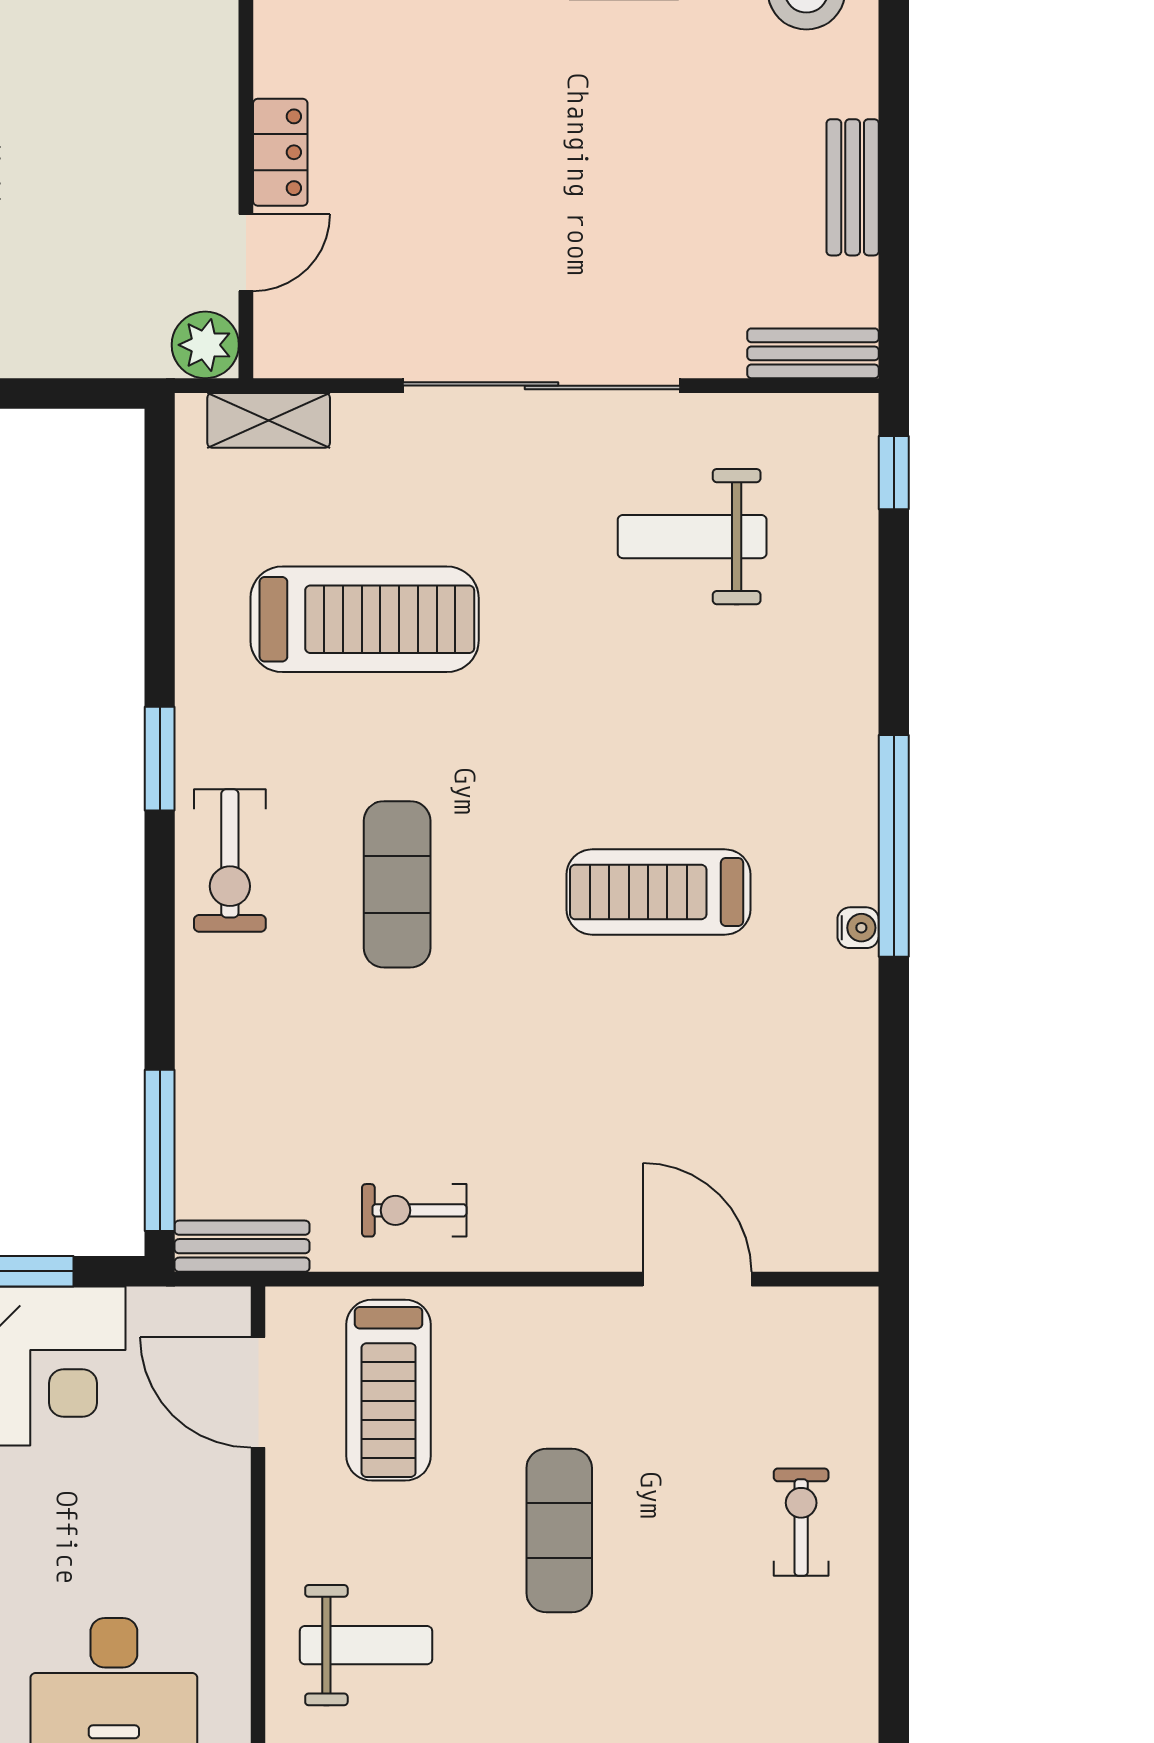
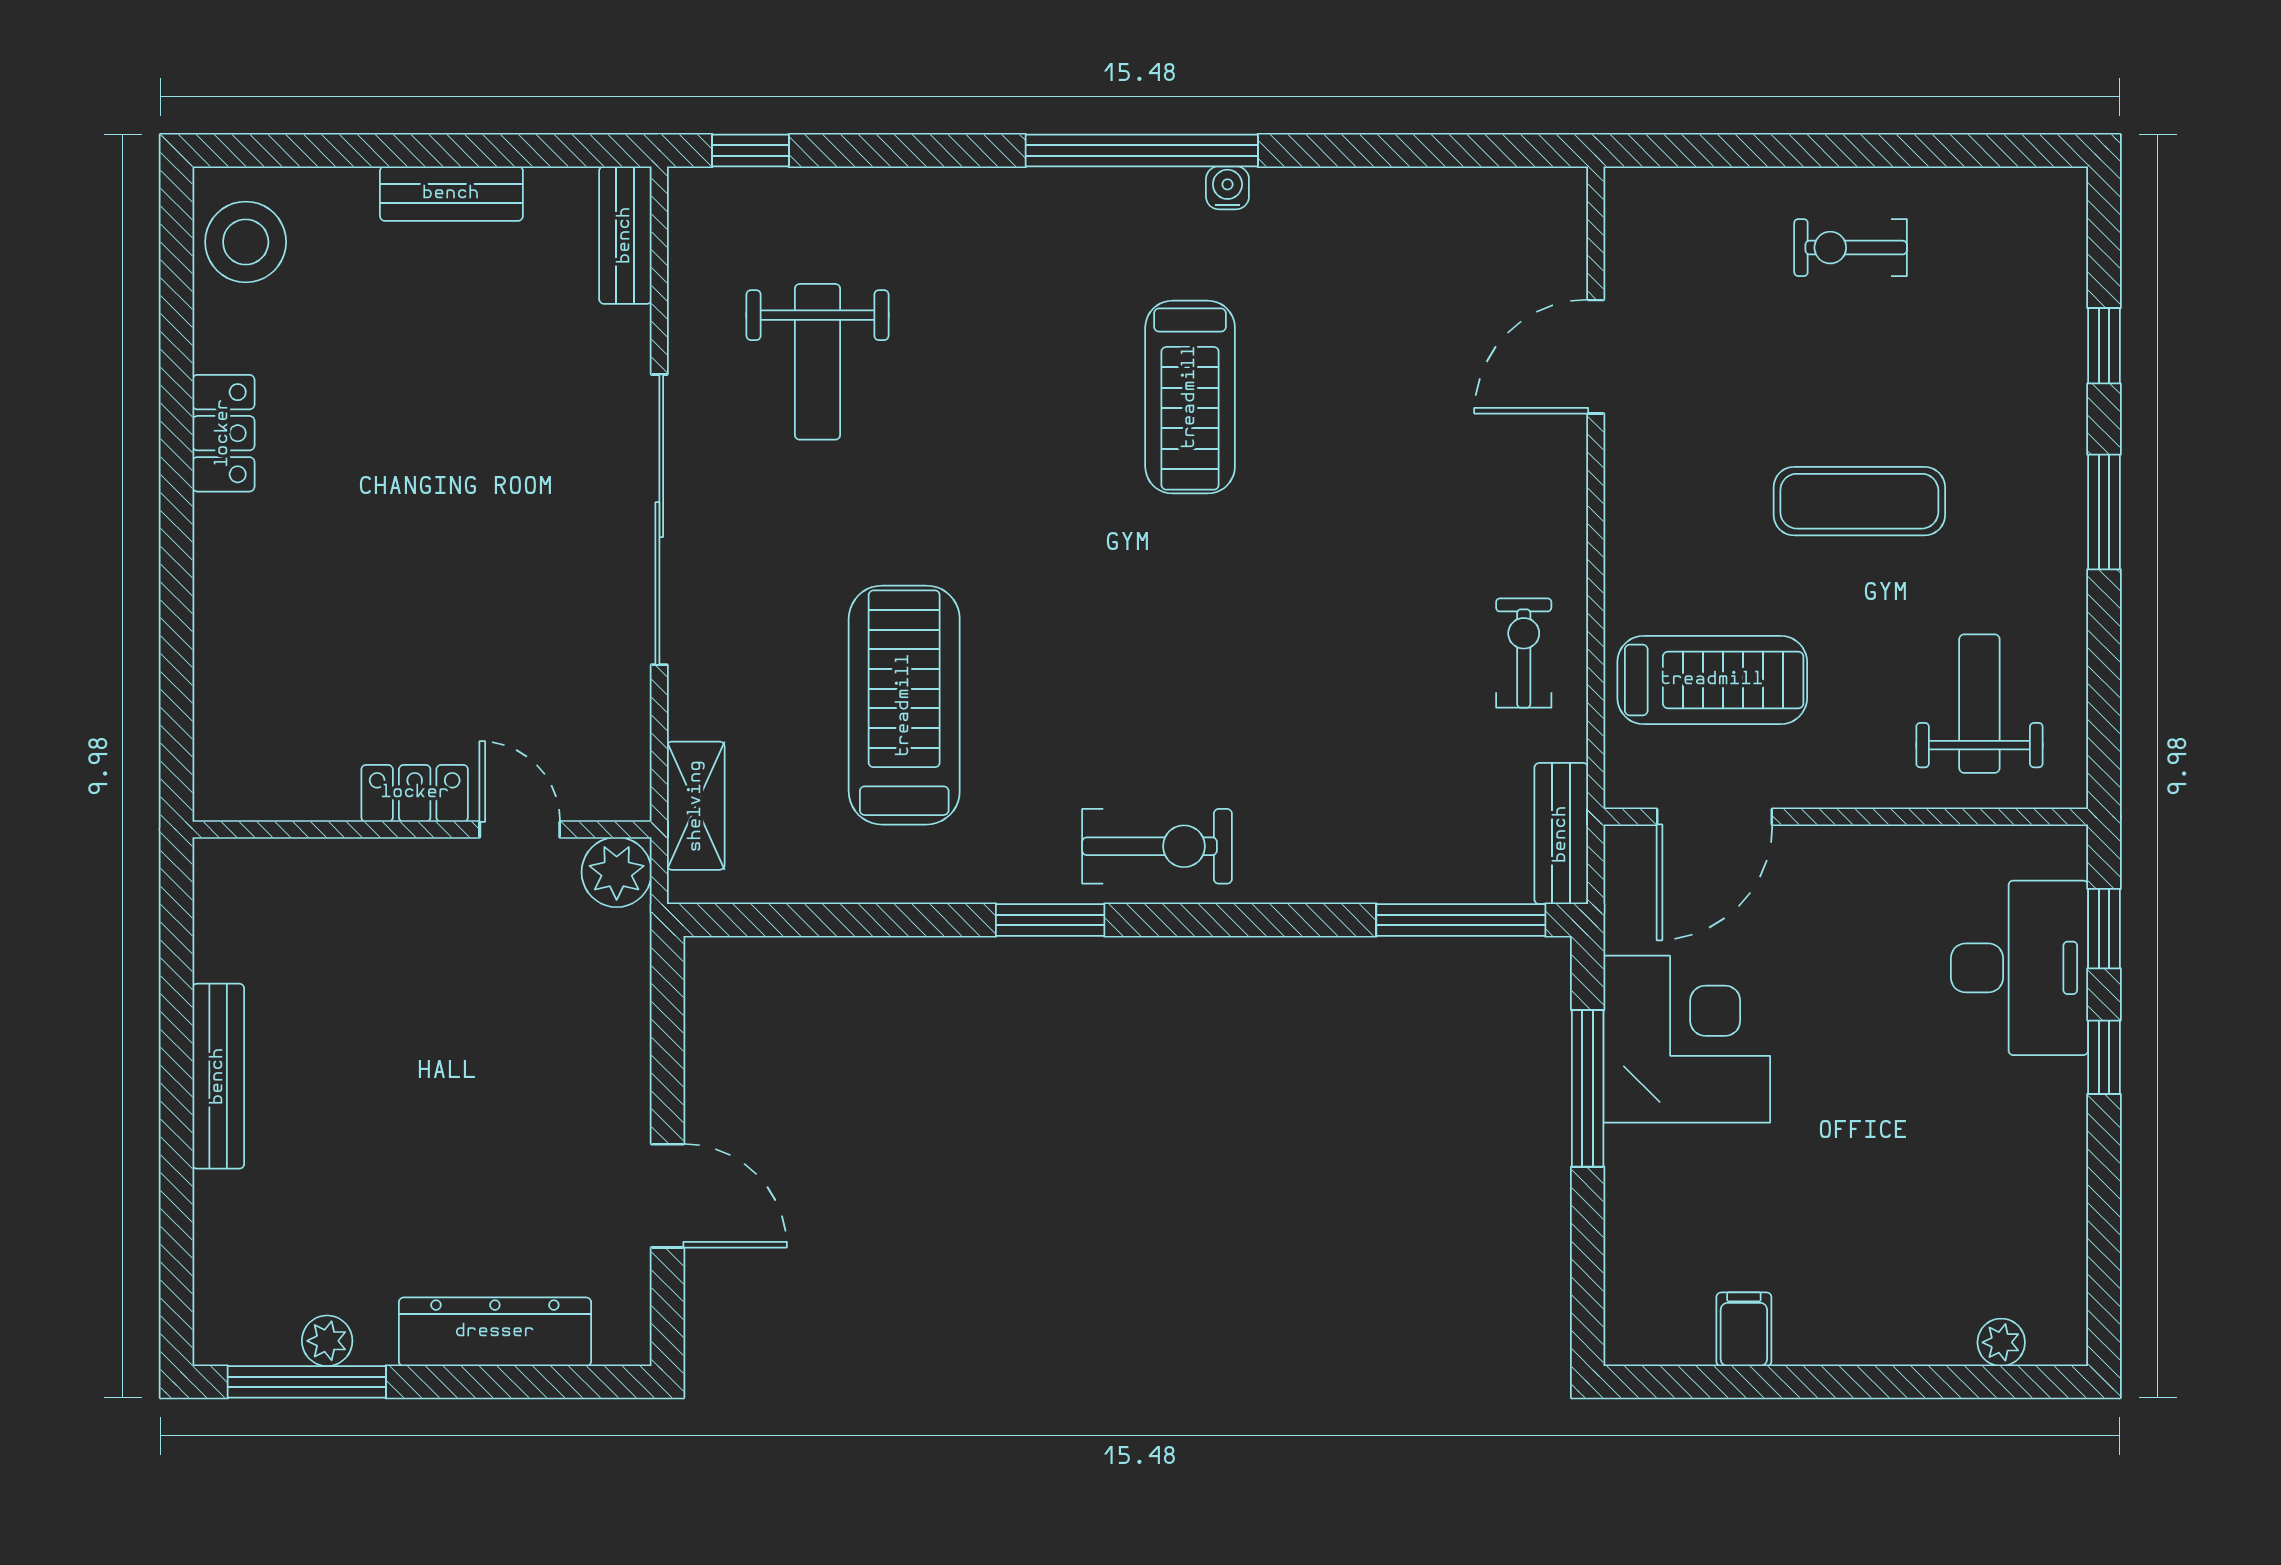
exercise mat: (397, 884) -> (1182, 671), removed
exercise bike: (414, 1210) -> (1524, 653), turned 180

